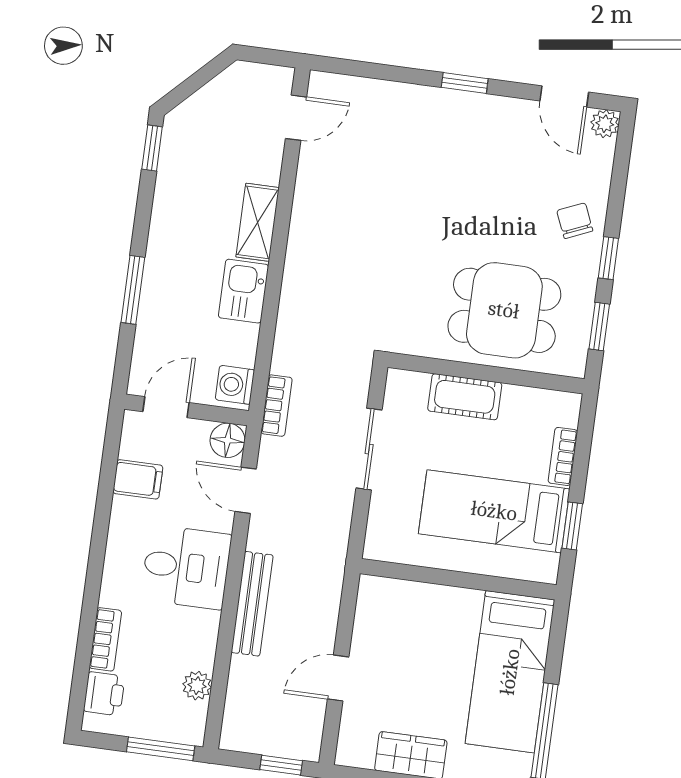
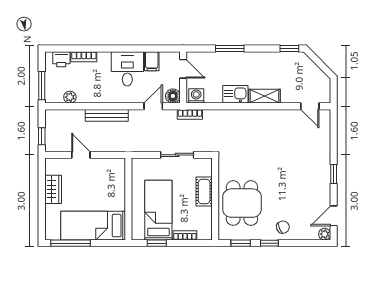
desk: (186, 567) -> (127, 69), moved, turned 180

